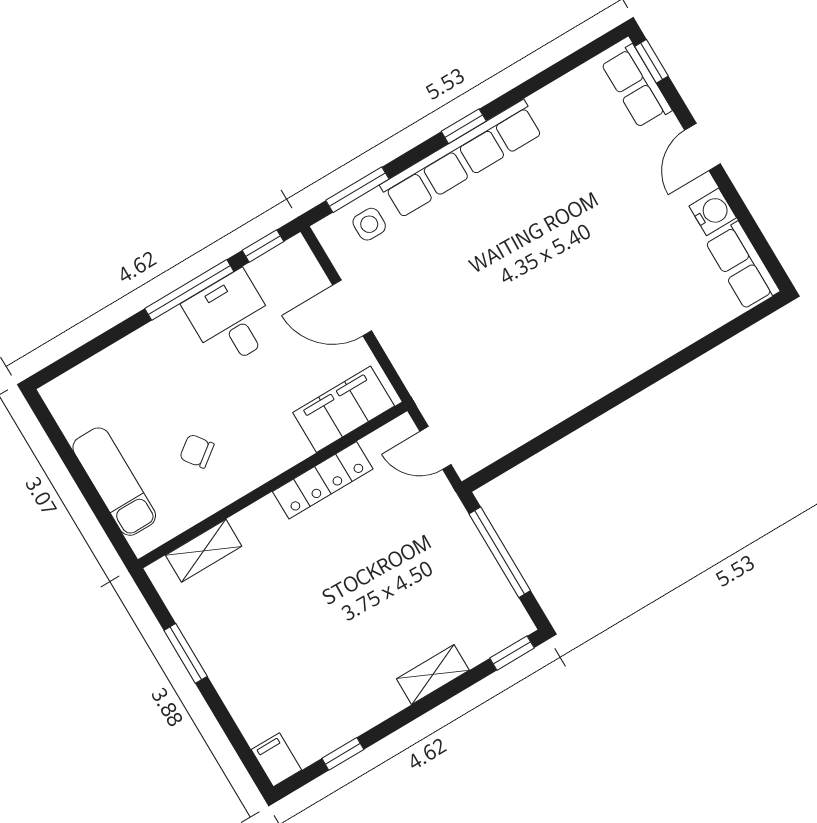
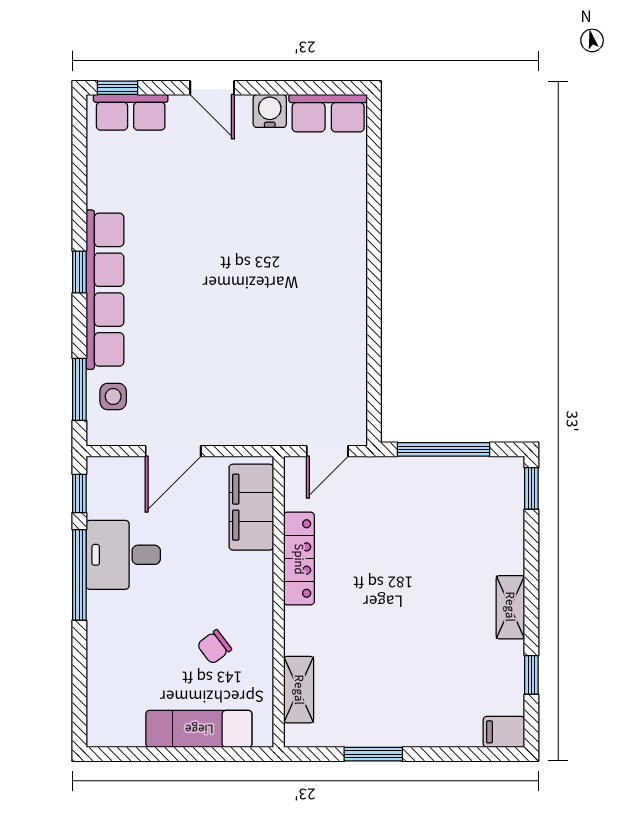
shelving: (433, 674) -> (510, 607), moved

